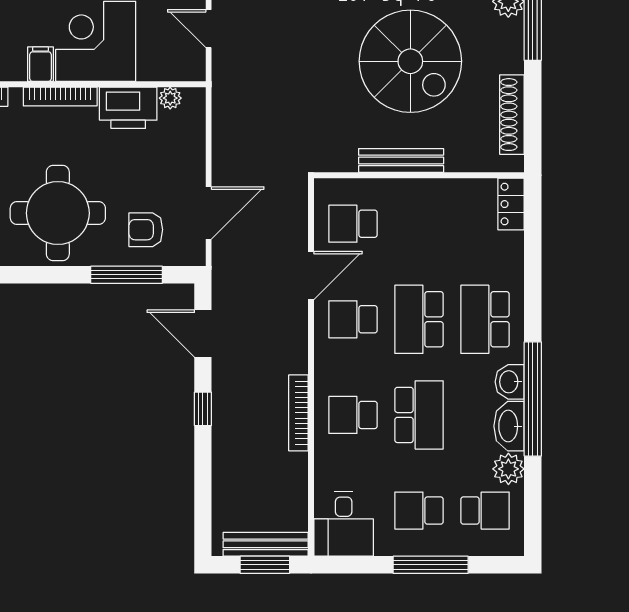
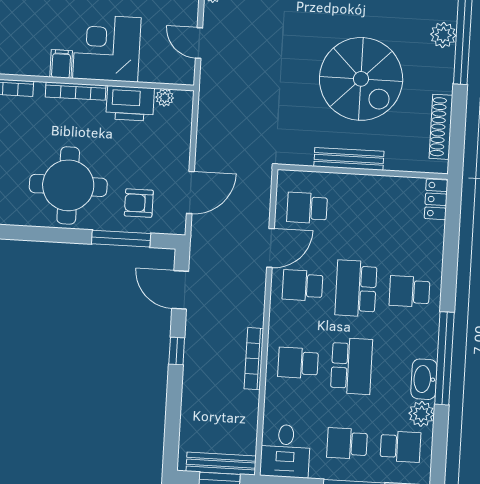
school desk: (485, 319) -> (409, 292), width x0.54
washbasin: (510, 382) -> (427, 343), removed

